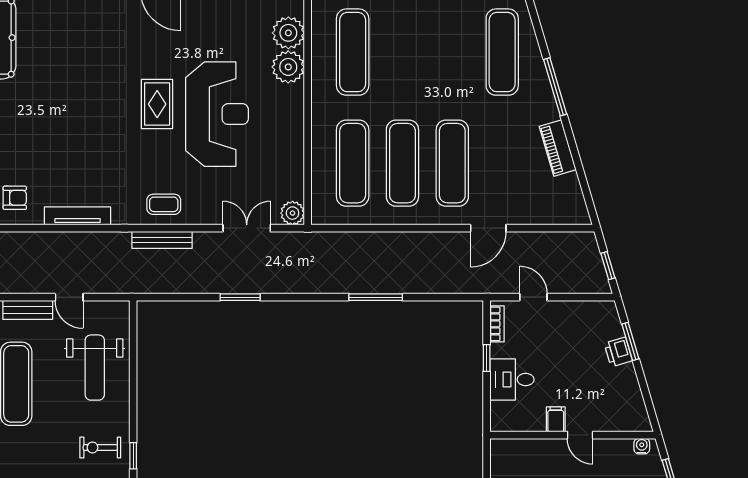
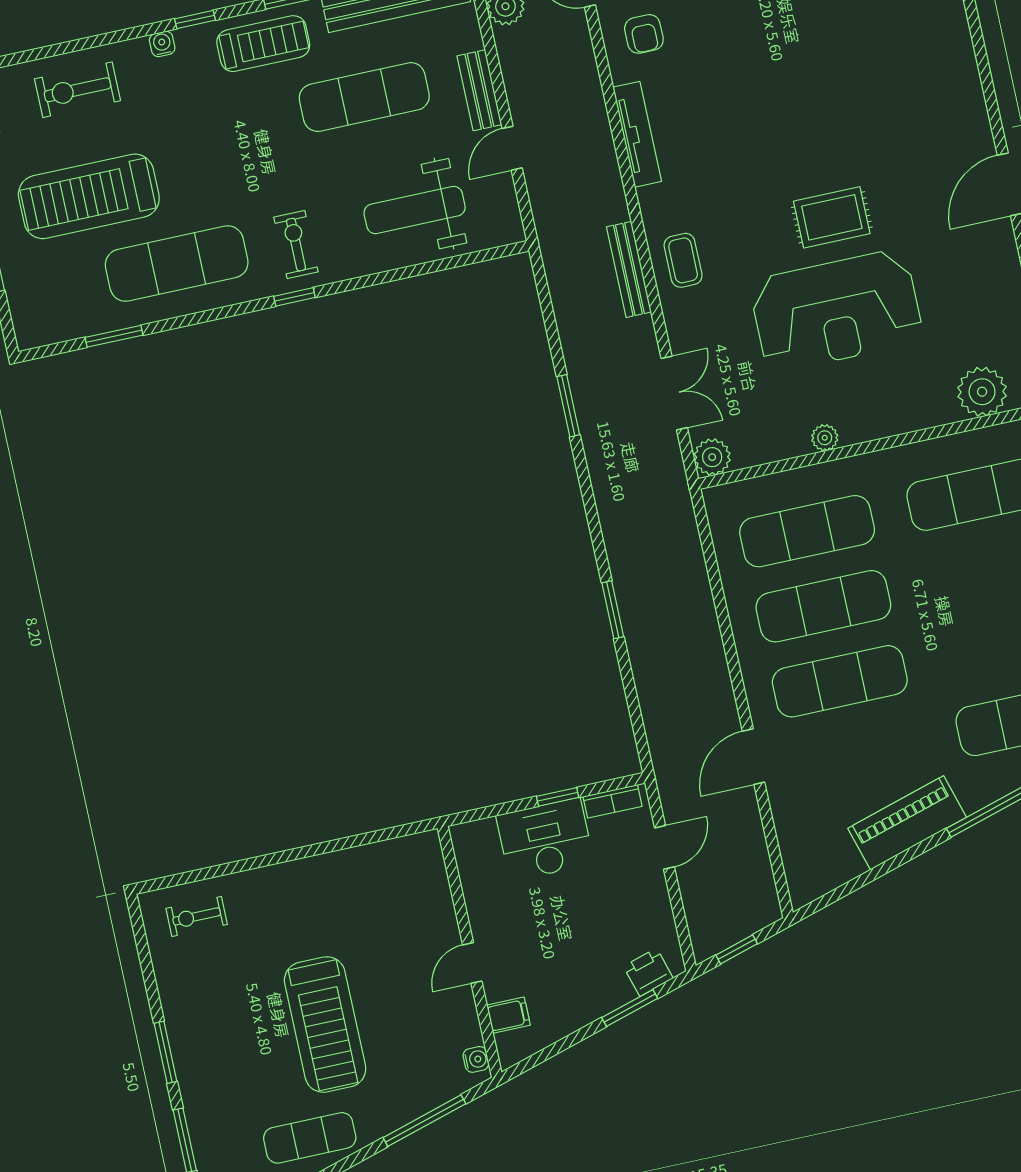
plant: (288, 67) -> (825, 438), moved, width x0.53, depth x0.53
piano: (558, 148) -> (907, 823), width x1.37, depth x1.33
door: (488, 228) -> (754, 757), hinge flipped
window: (376, 297) -> (613, 610), width x0.69
printer: (618, 352) -> (648, 972), moved
desk: (512, 379) -> (545, 840), width x1.37
filing cabinet: (556, 419) -> (508, 1015), moved

